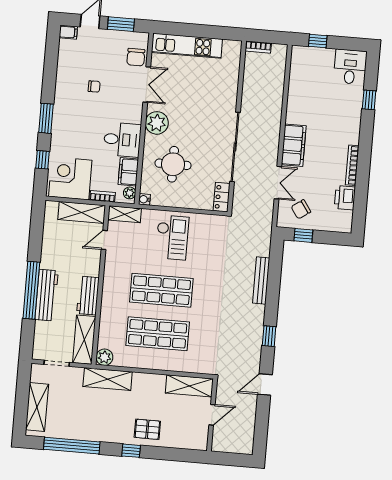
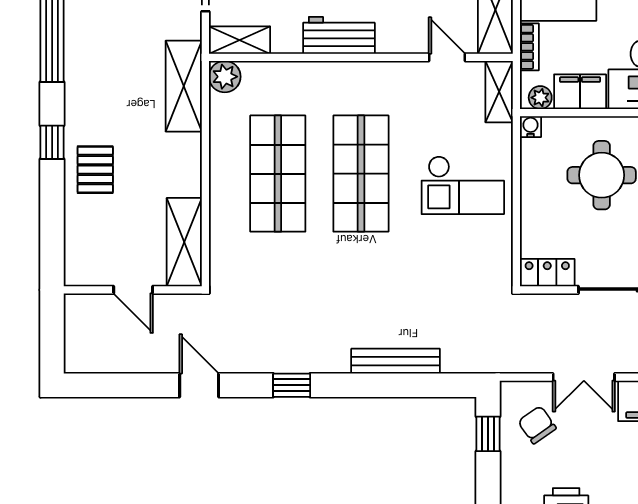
shelving: (84, 340) -> (240, 40), width x0.67, depth x0.75

